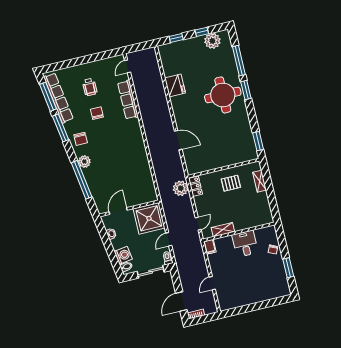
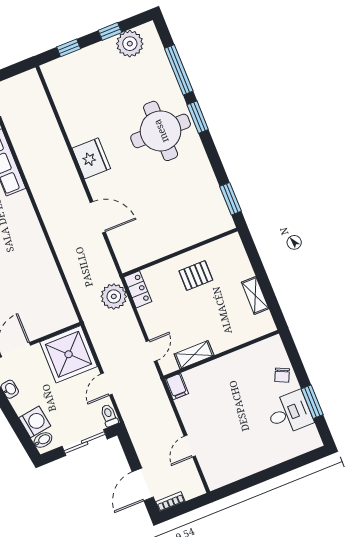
fridge: (175, 86) -> (91, 158), moved
shelving: (260, 181) -> (255, 295), moved
desk: (245, 244) -> (289, 413), moved, turned 90

